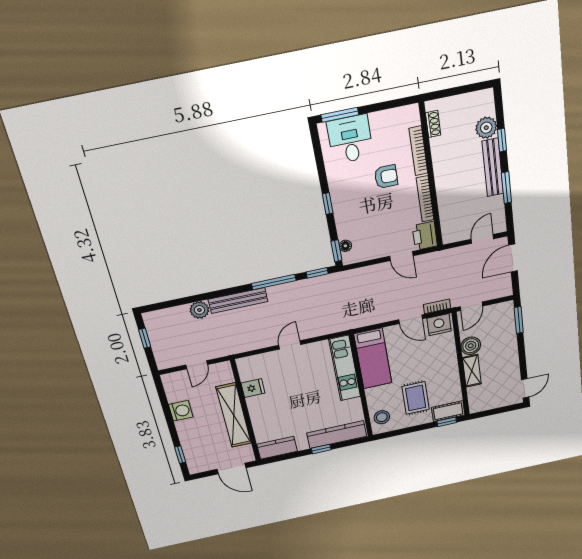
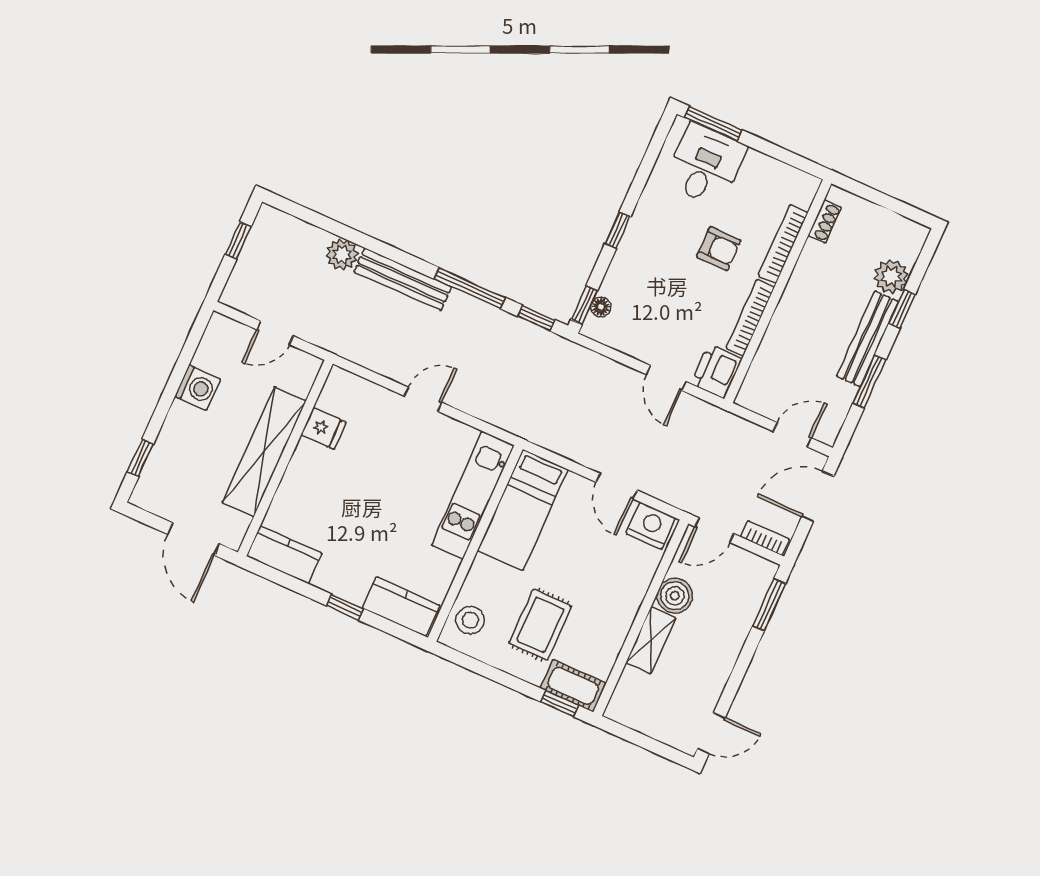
bookcase: (437, 306) -> (765, 538), moved
kitchen counter: (337, 435) -> (401, 607), width x0.67

